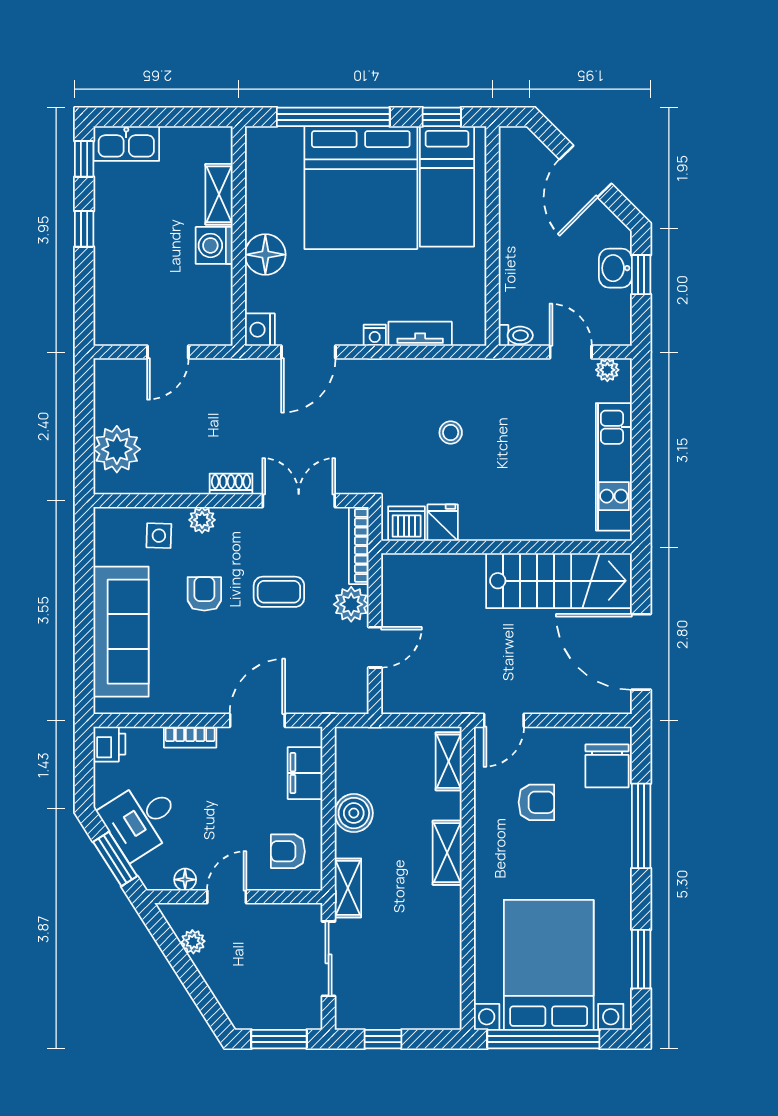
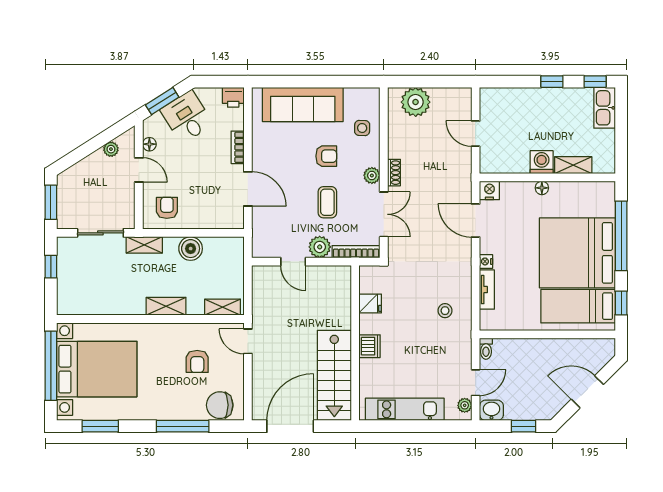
floor lamp: (265, 255) -> (542, 188), width x0.53, depth x0.53
washbasin: (615, 268) -> (491, 410), moved
stool: (451, 433) -> (445, 311), moved
plant: (202, 520) -> (372, 175), moved
dishwasher: (407, 524) -> (370, 346), moved
filing cabinet: (305, 773) -> (215, 218), removed

